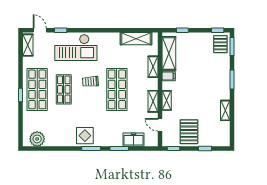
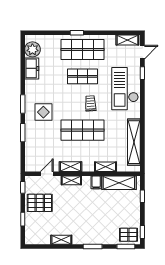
shelving: (136, 39) -> (134, 142), width x1.47
display table: (85, 136) -> (43, 112), moved
freezer: (133, 140) -> (32, 68), moved

